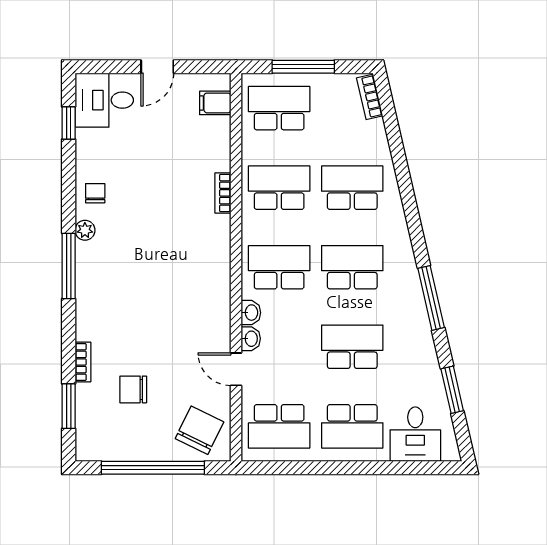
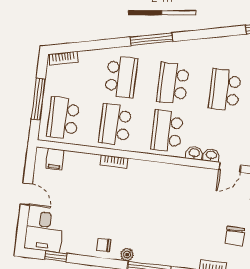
school desk: (352, 188) -> (121, 77), turned 180
window: (431, 298) -> (151, 39), moved

